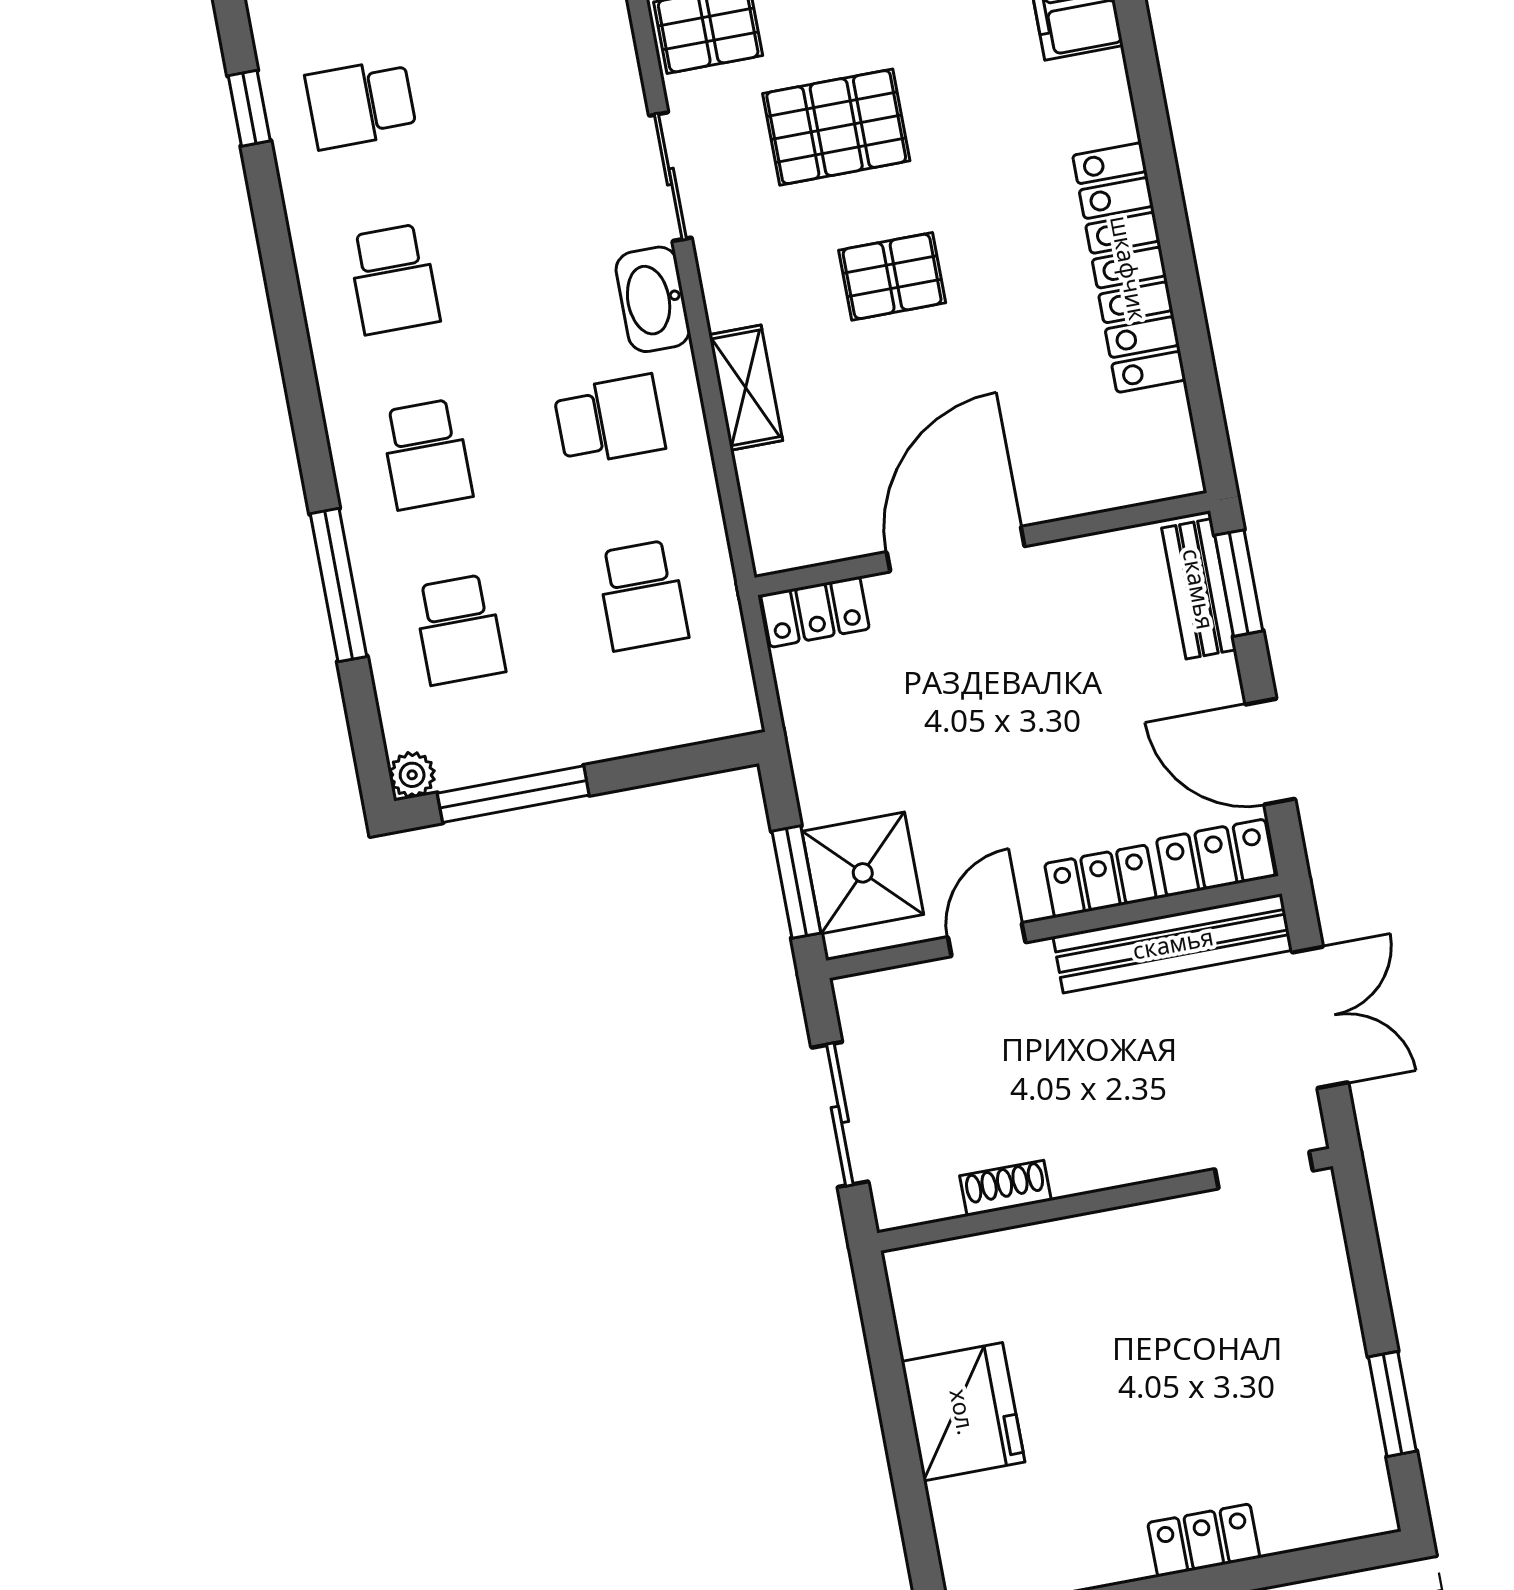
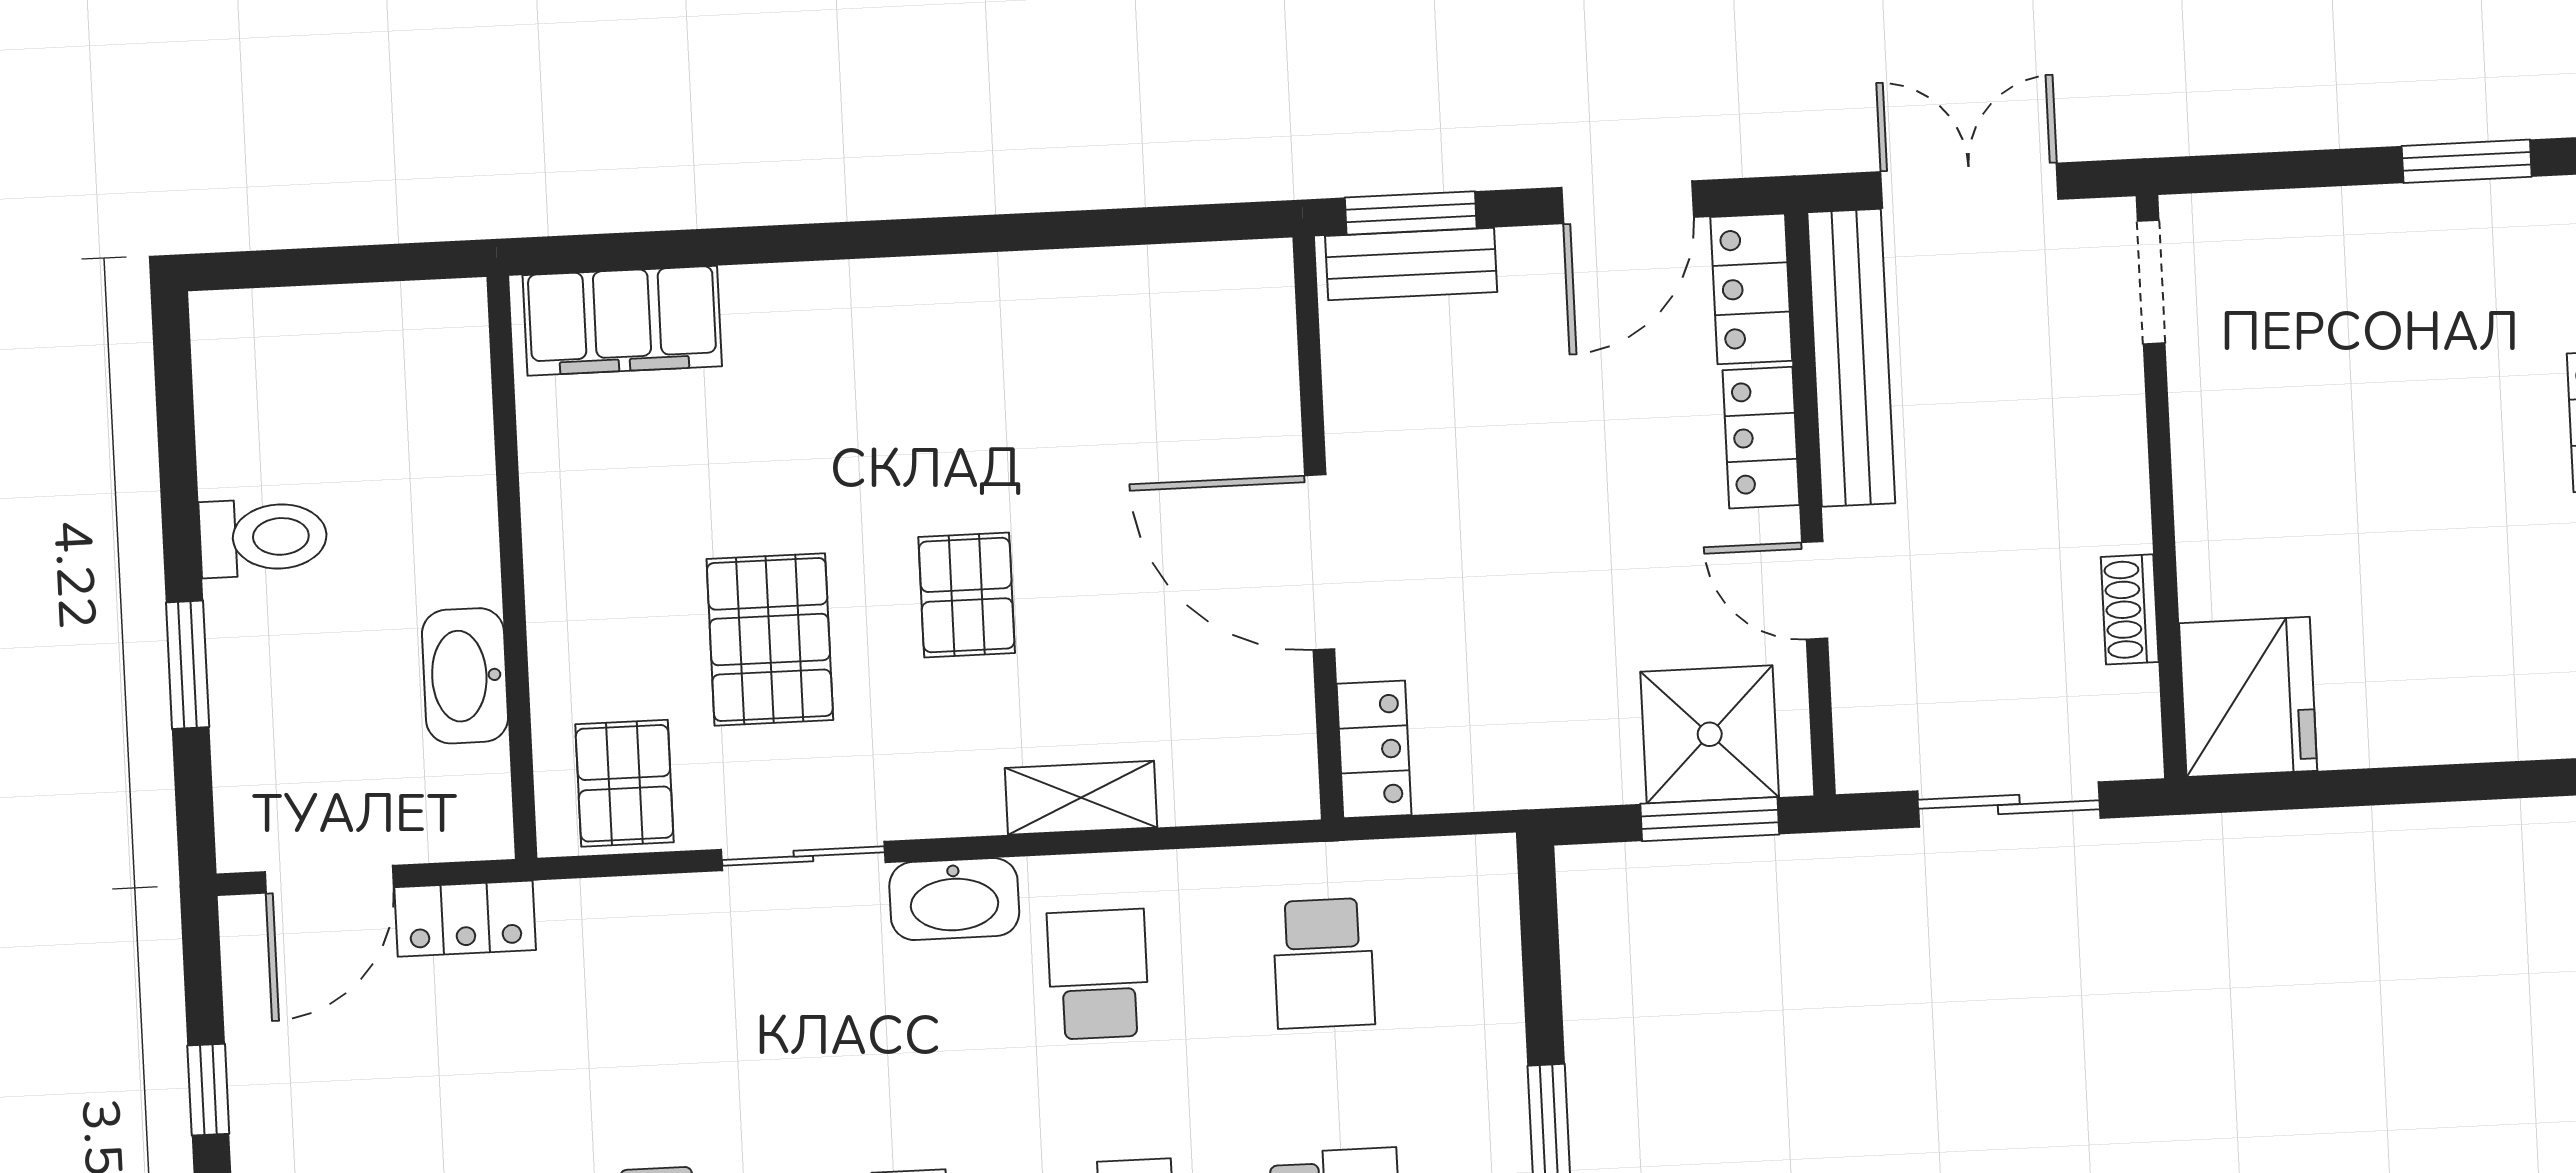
locker: (1129, 268) -> (996, 296), removed
school desk: (642, 595) -> (1324, 963), turned 90
fridge: (963, 1412) -> (2248, 697), moved, turned 90

